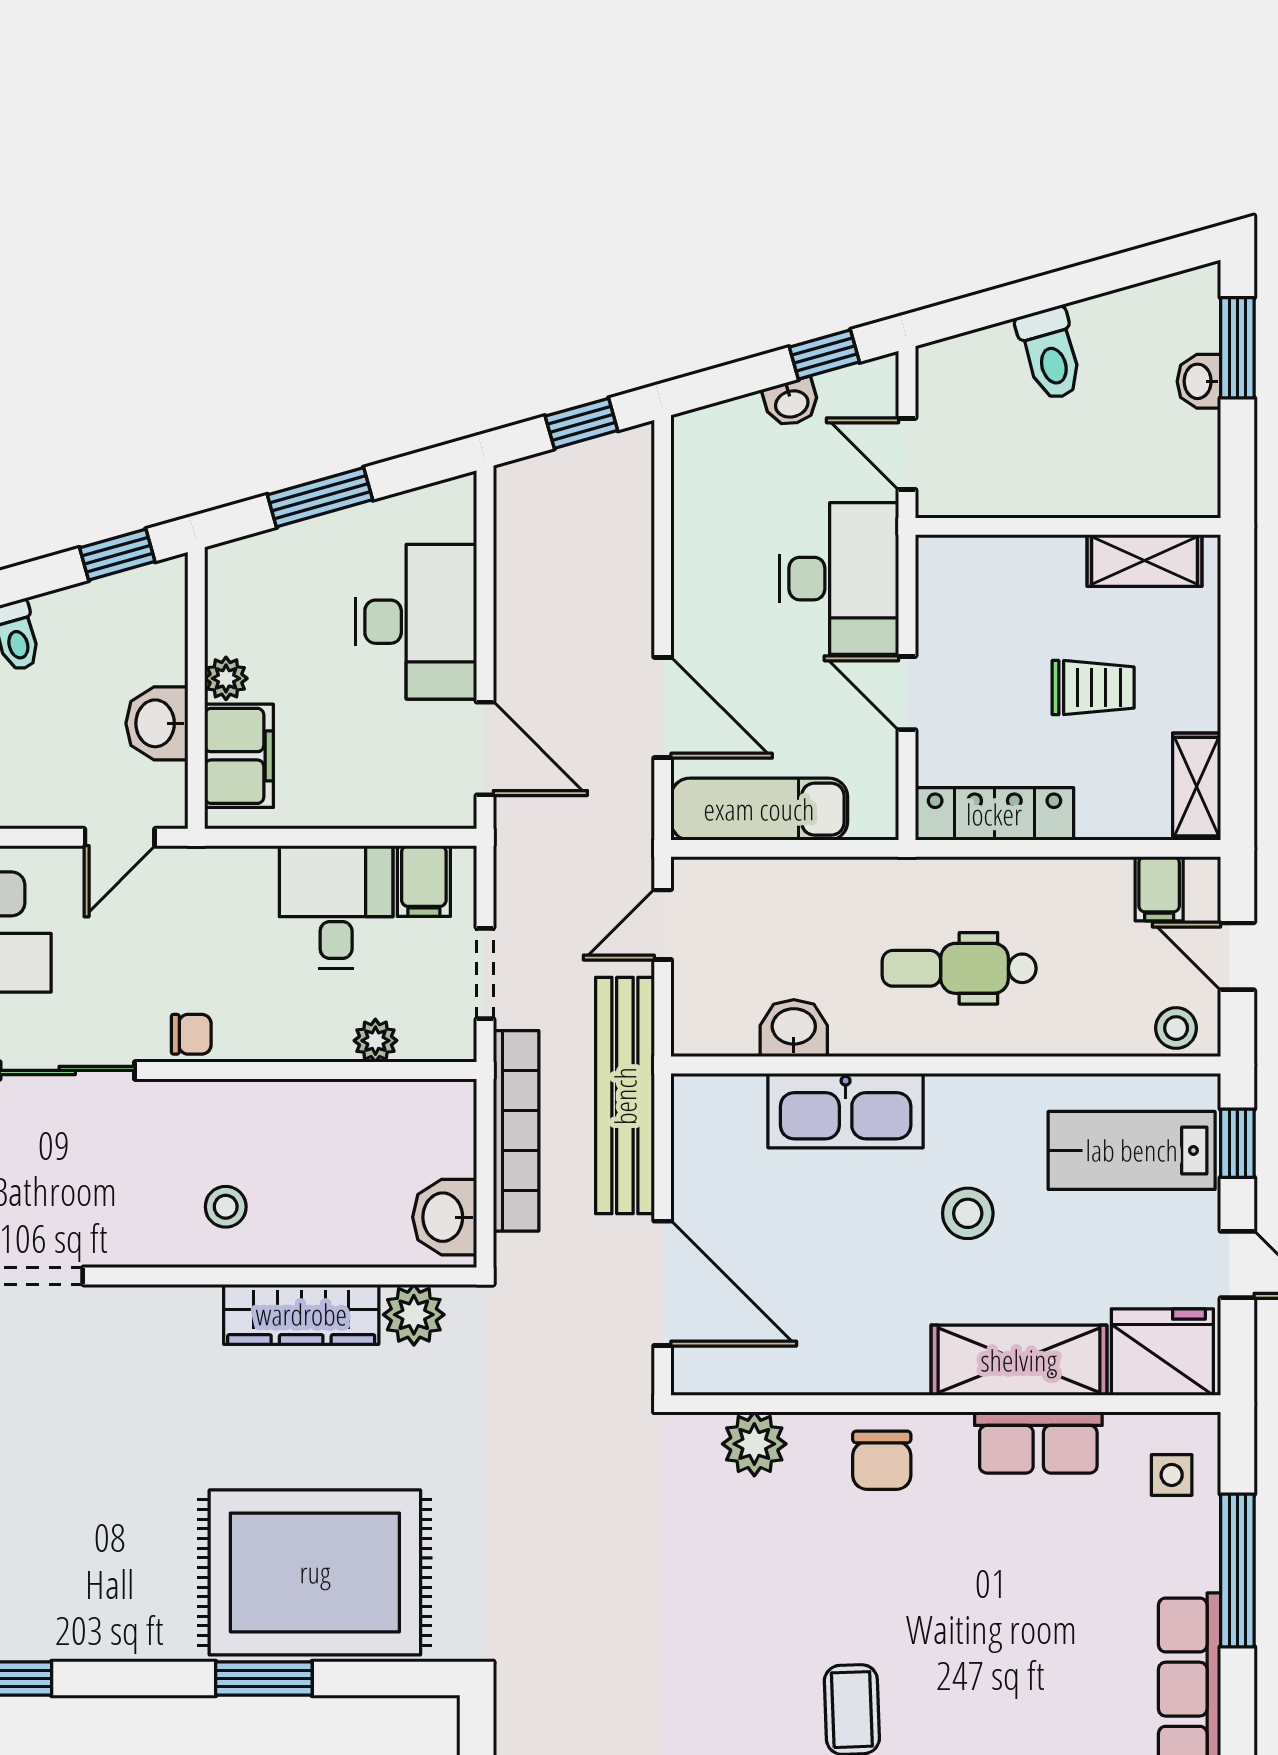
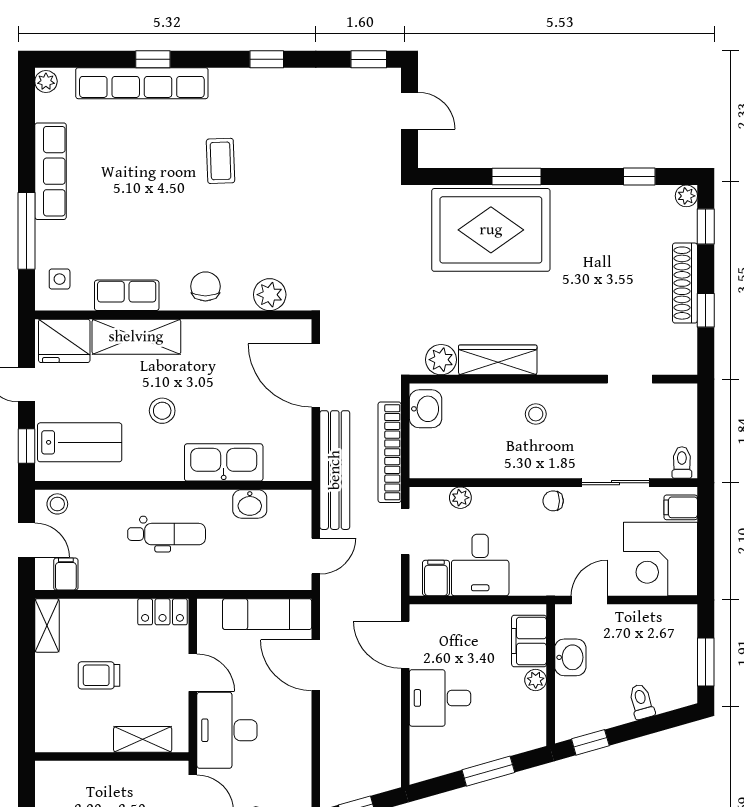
shelving: (1144, 561) -> (143, 739), moved
desk: (416, 622) -> (440, 698), width x0.73
locker: (994, 814) -> (162, 612), width x0.66

